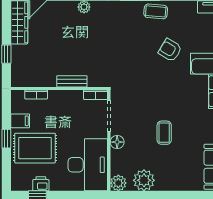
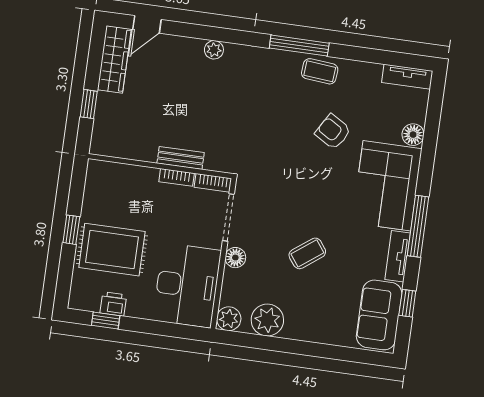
bookcase: (36, 95) -> (177, 177), moved
filing cabinet: (20, 121) -> (95, 206), removed
coffee table: (164, 133) -> (307, 253), turned 53

